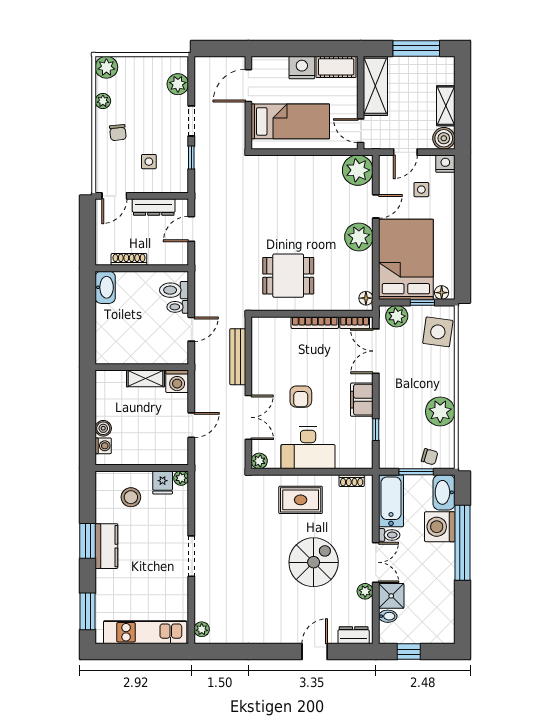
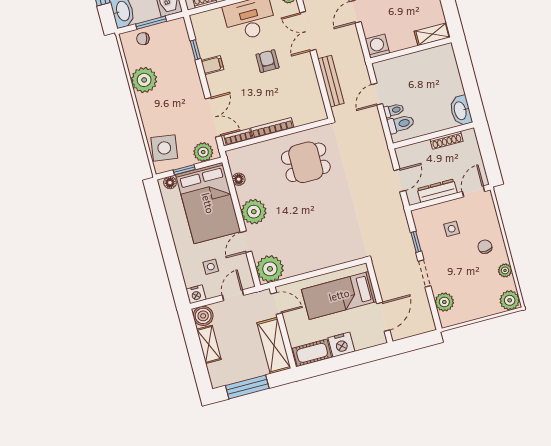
floor lamp: (366, 298) -> (239, 179), moved
shelving: (145, 378) -> (432, 34), moved
filing cabinet: (362, 400) -> (212, 65), width x0.50

